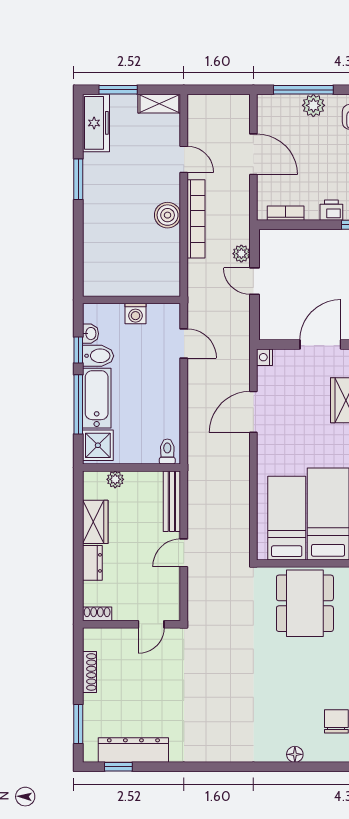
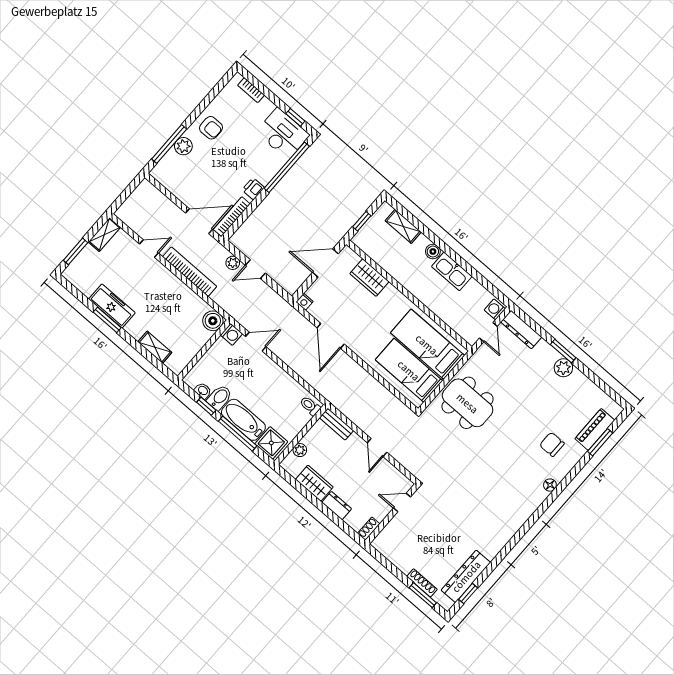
freezer: (96, 123) -> (112, 306), moved
door: (253, 154) -> (199, 221), moved
bookcase: (286, 213) -> (232, 217), width x1.56
boiler: (168, 215) -> (213, 321), moved
shelving: (92, 249) -> (155, 347), added
washing machine: (135, 314) -> (231, 334), moved
door: (320, 344) -> (325, 263), hinge flipped
bench: (172, 501) -> (336, 424), width x0.73
door: (151, 624) -> (402, 502), swing flipped
shoe rack: (90, 672) -> (422, 583), moved

